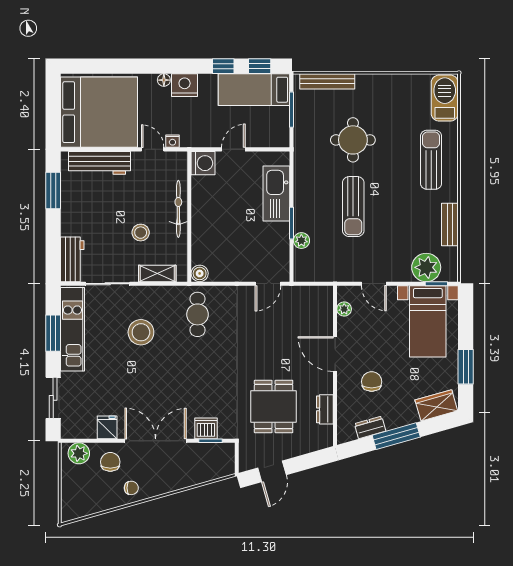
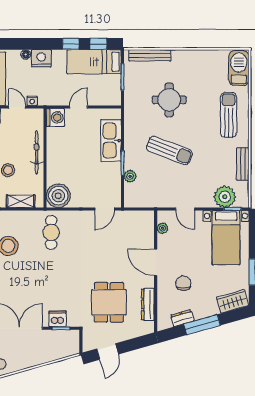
sun lounger: (353, 207) -> (169, 150), turned -69
boiler: (200, 273) -> (58, 196), width x1.86, depth x1.86
dresser: (325, 409) -> (148, 304), width x1.44

